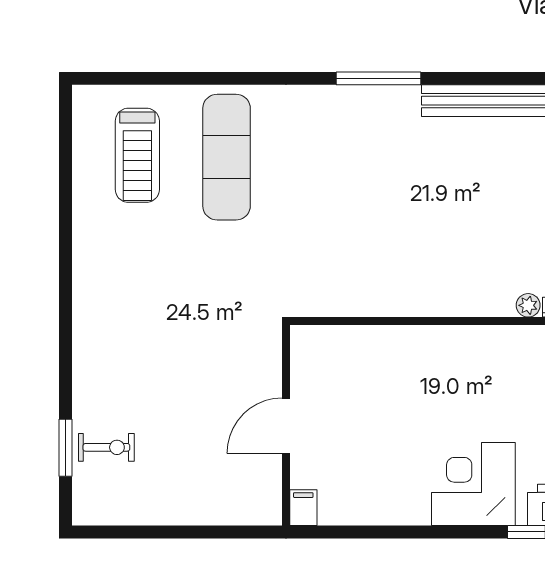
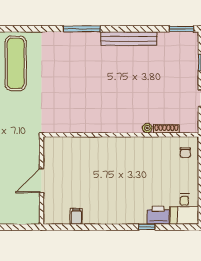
corner desk: (473, 484) -> (123, 206), removed
filing cabinet: (303, 508) -> (76, 216), moved

